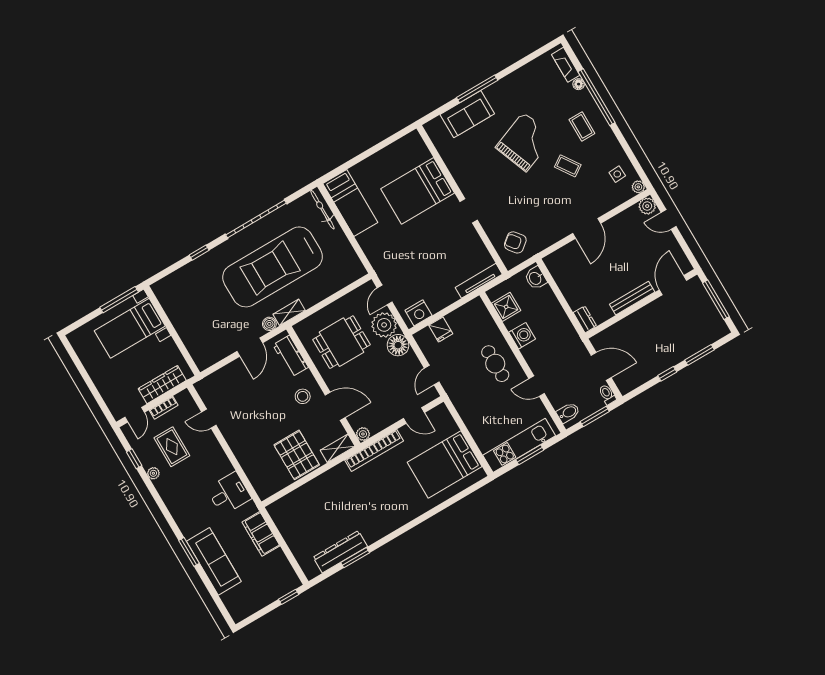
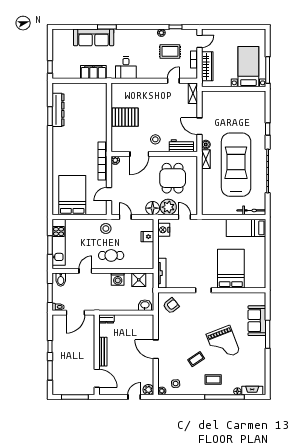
stool: (463, 392) -> (106, 228), added
door: (135, 415) -> (199, 41), swing flipped
shelving: (338, 448) -> (193, 93), moved

